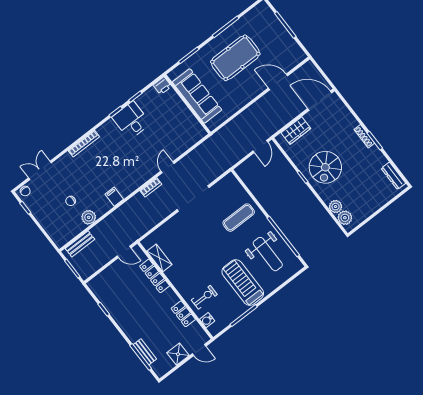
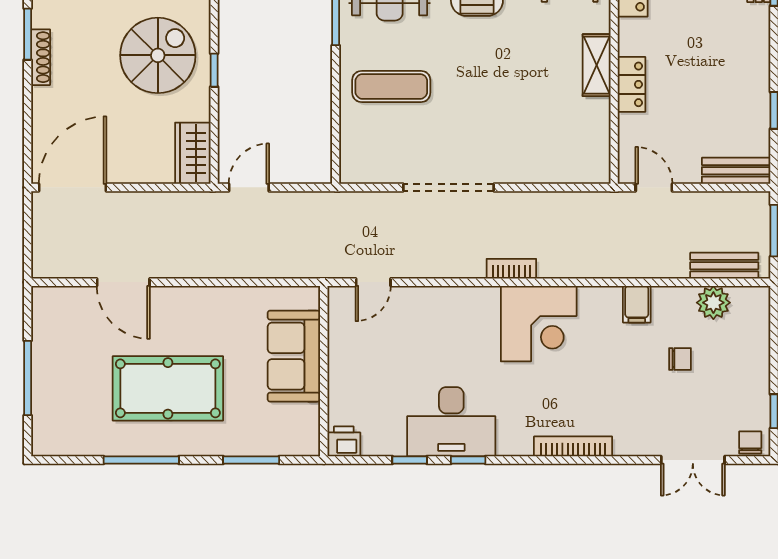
sofa: (197, 96) -> (294, 356), width x0.73
door: (320, 101) -> (72, 187), swing flipped
desk: (131, 120) -> (451, 422), width x1.37
wardrobe: (296, 131) -> (193, 153), moved, turned -90
door: (168, 167) -> (373, 282), moved
corner desk: (127, 176) -> (539, 324), added
filing cabinet: (114, 197) -> (637, 304), moved
plant: (89, 217) -> (713, 303), moved
shelving: (159, 258) -> (597, 65), moved
locker: (155, 276) -> (632, 84), width x0.66
bench: (101, 279) -> (736, 171), added

